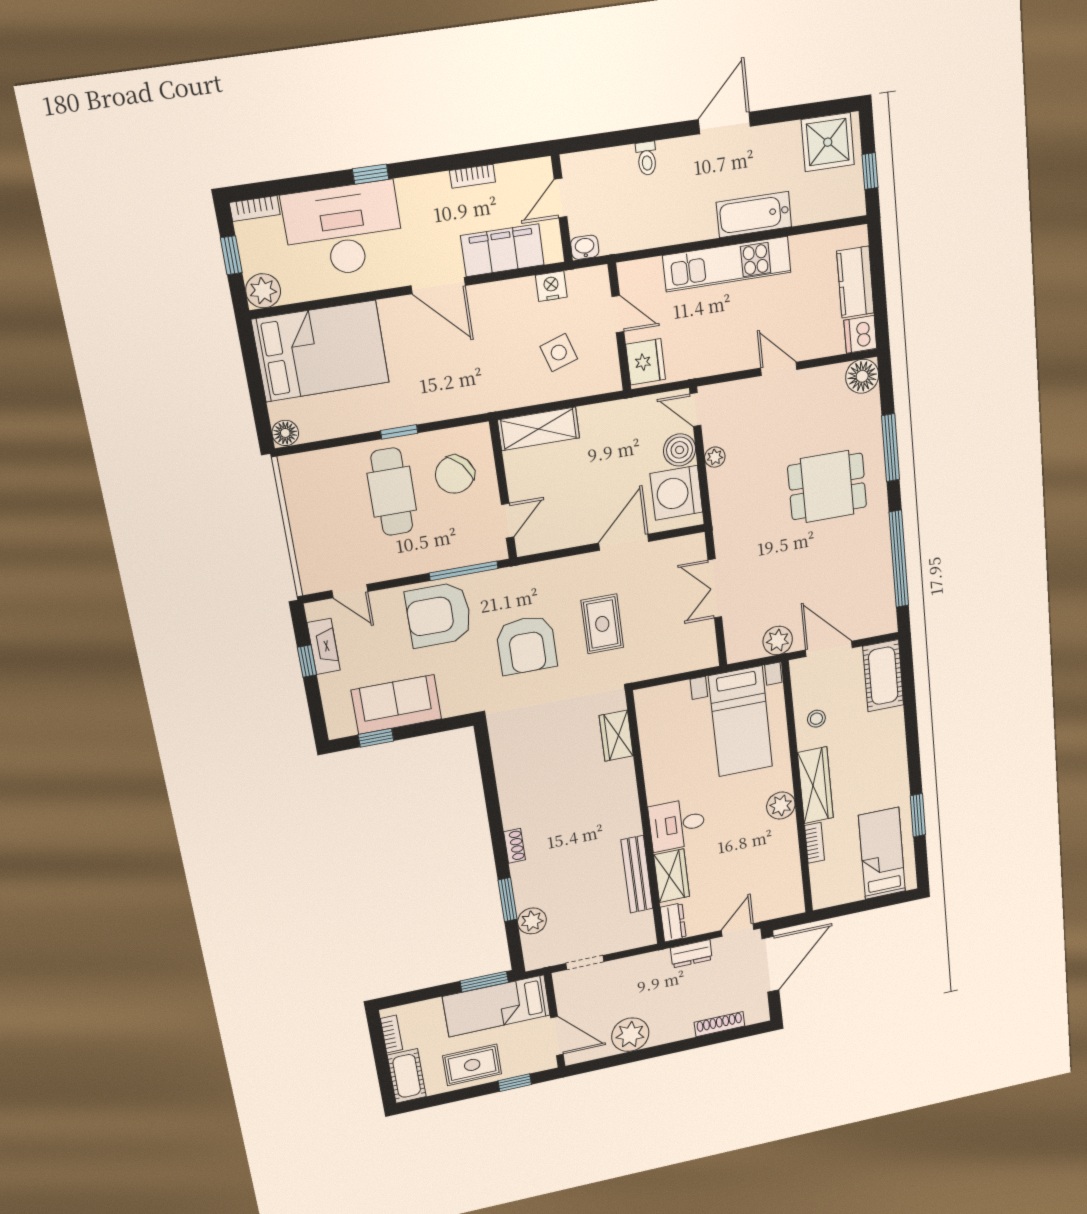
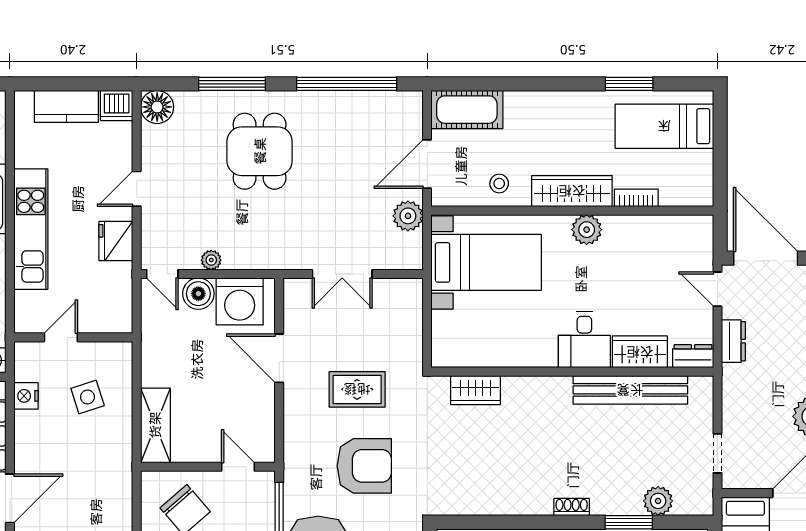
fridge: (646, 362) -> (116, 241), moved, turned -90
door: (695, 410) -> (162, 274), hinge flipped
bench: (637, 874) -> (630, 390), width x1.37, depth x1.21

